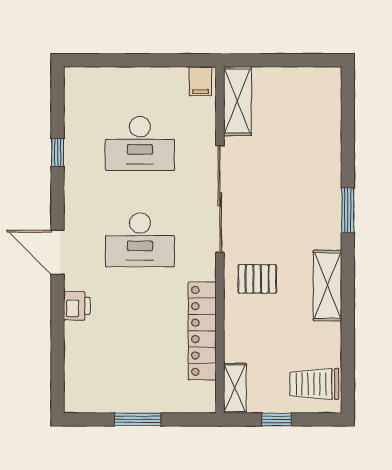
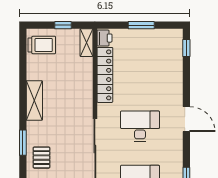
pallet: (257, 279) -> (41, 158), moved, turned 90
printer: (77, 306) -> (104, 38), moved, turned 180
window: (58, 379) -> (186, 48), added

